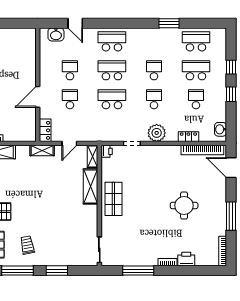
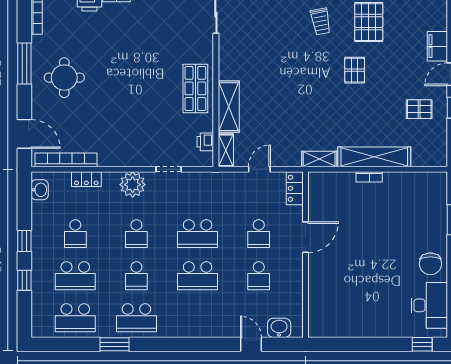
school desk: (112, 41) -> (136, 318), moved
shelving: (42, 151) -> (319, 159), moved
printer: (107, 151) -> (205, 142), moved
round table: (184, 205) -> (64, 78), moved

